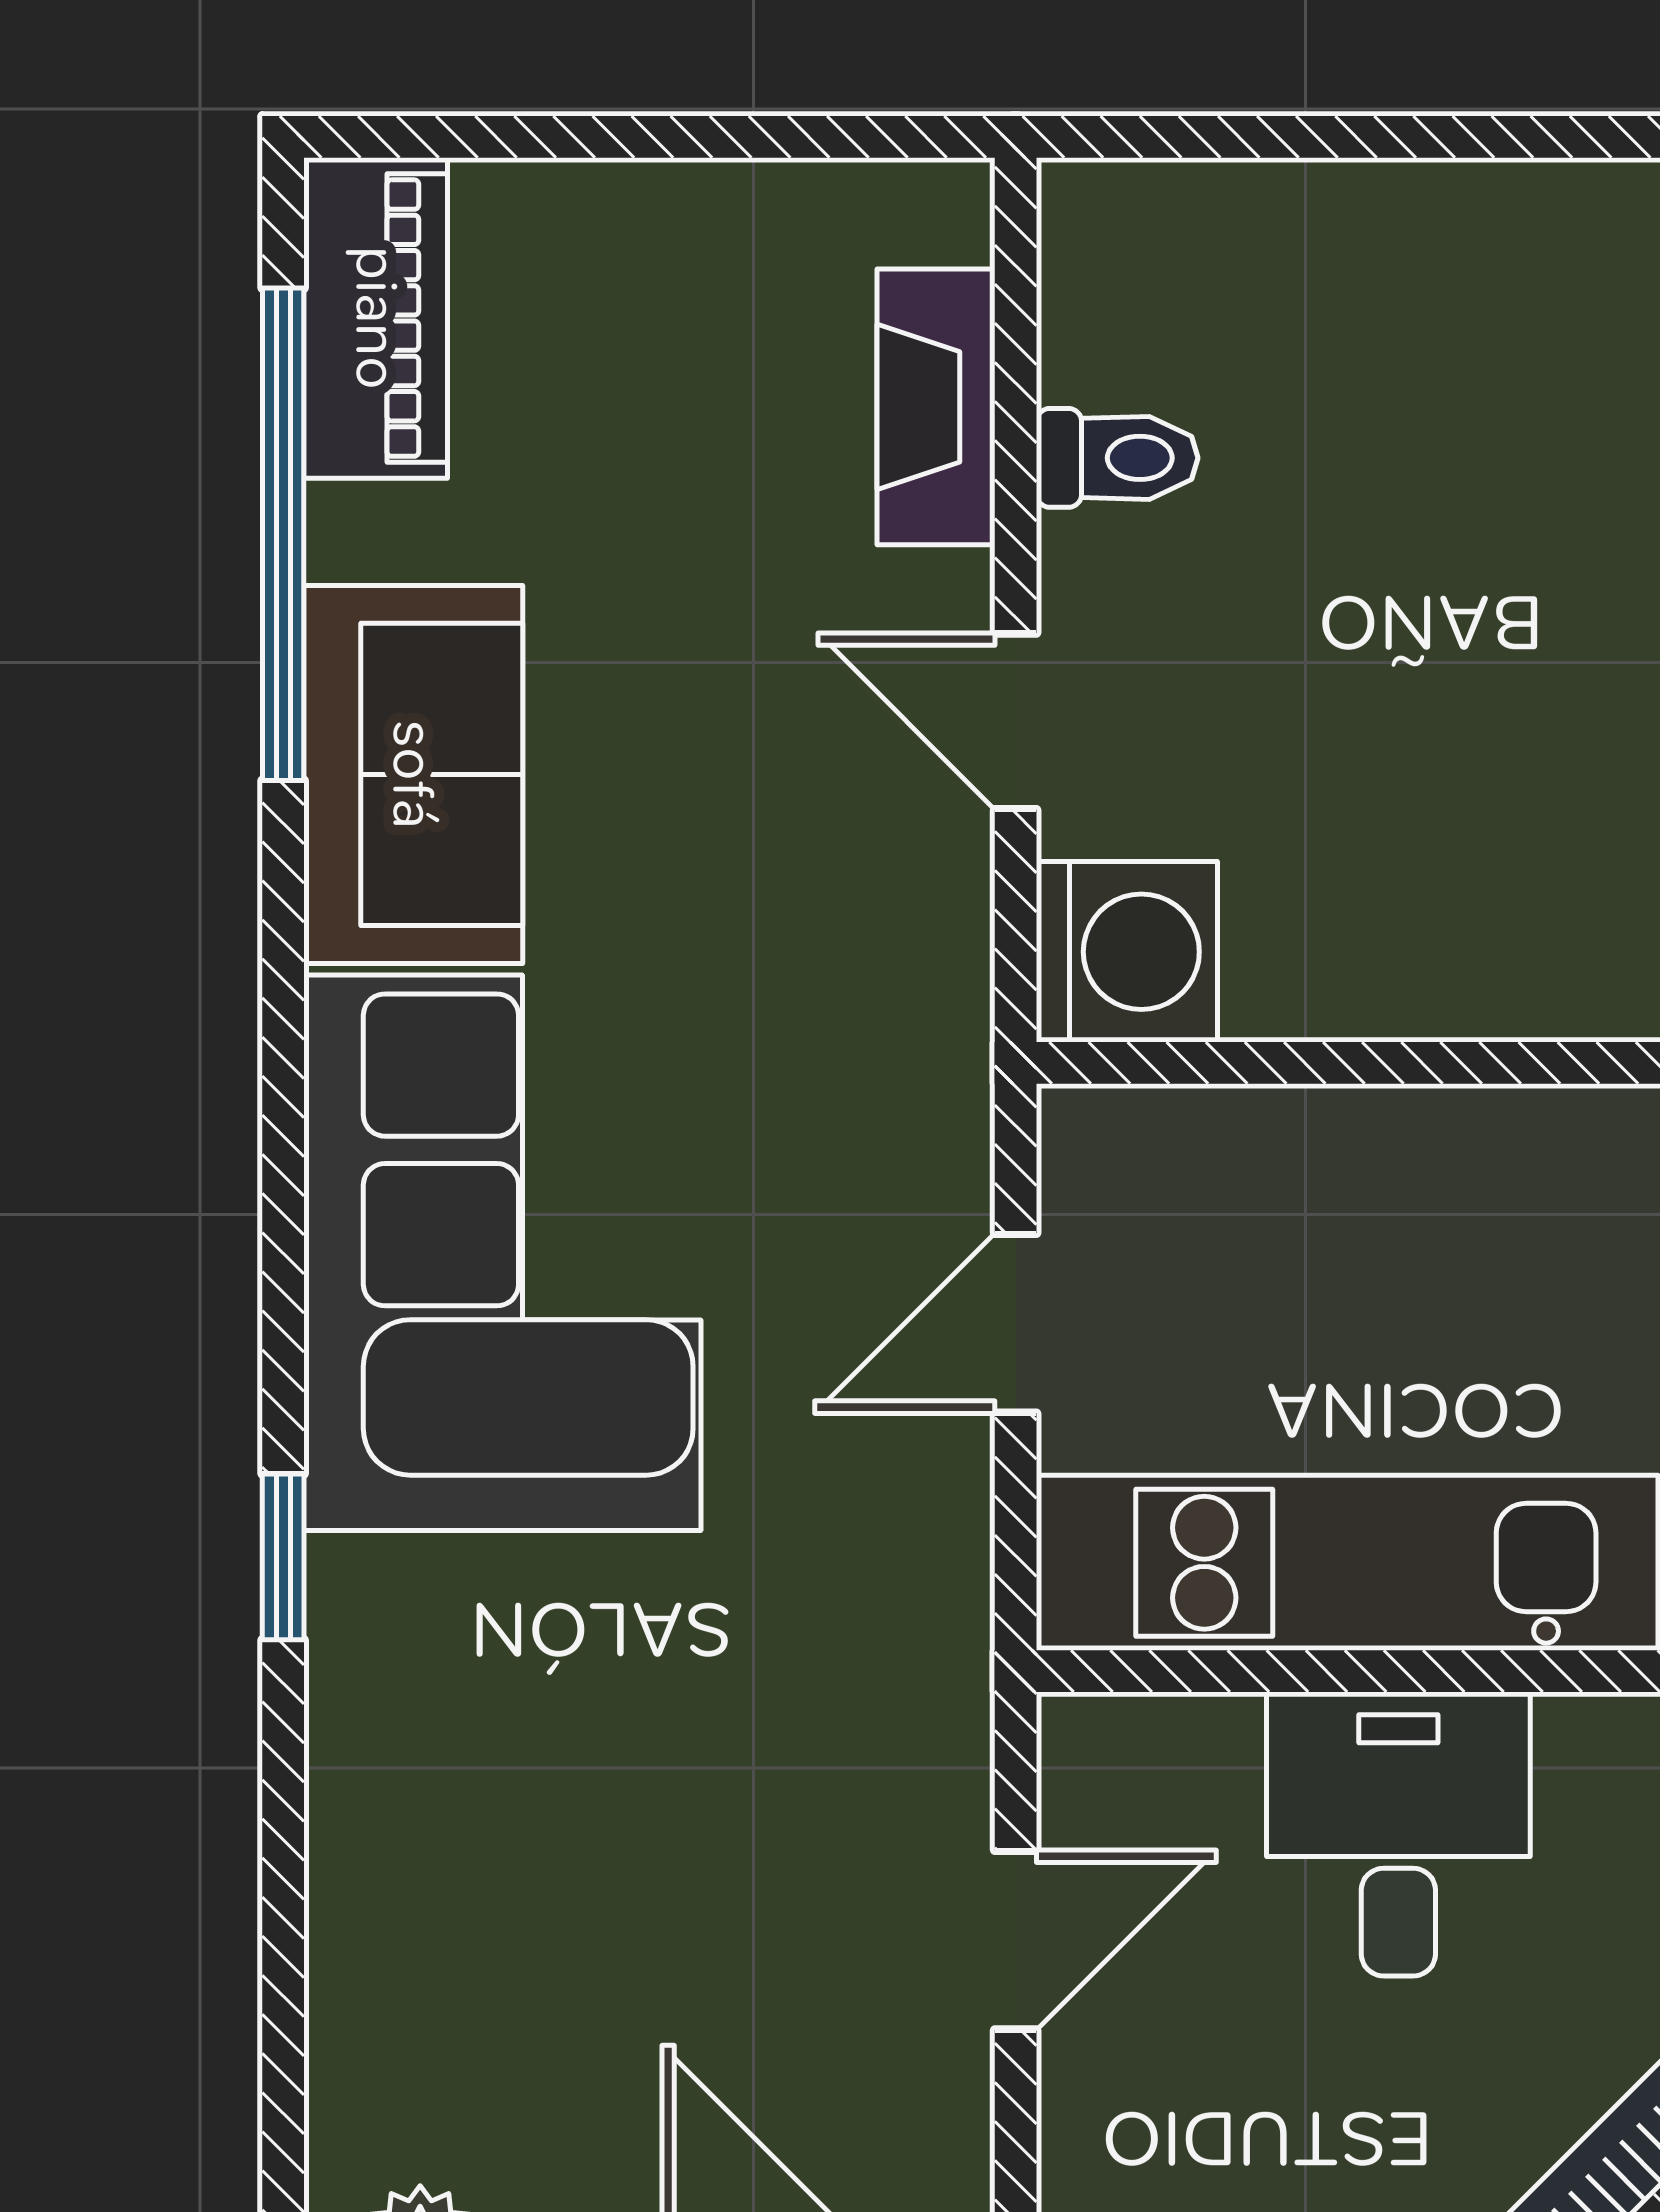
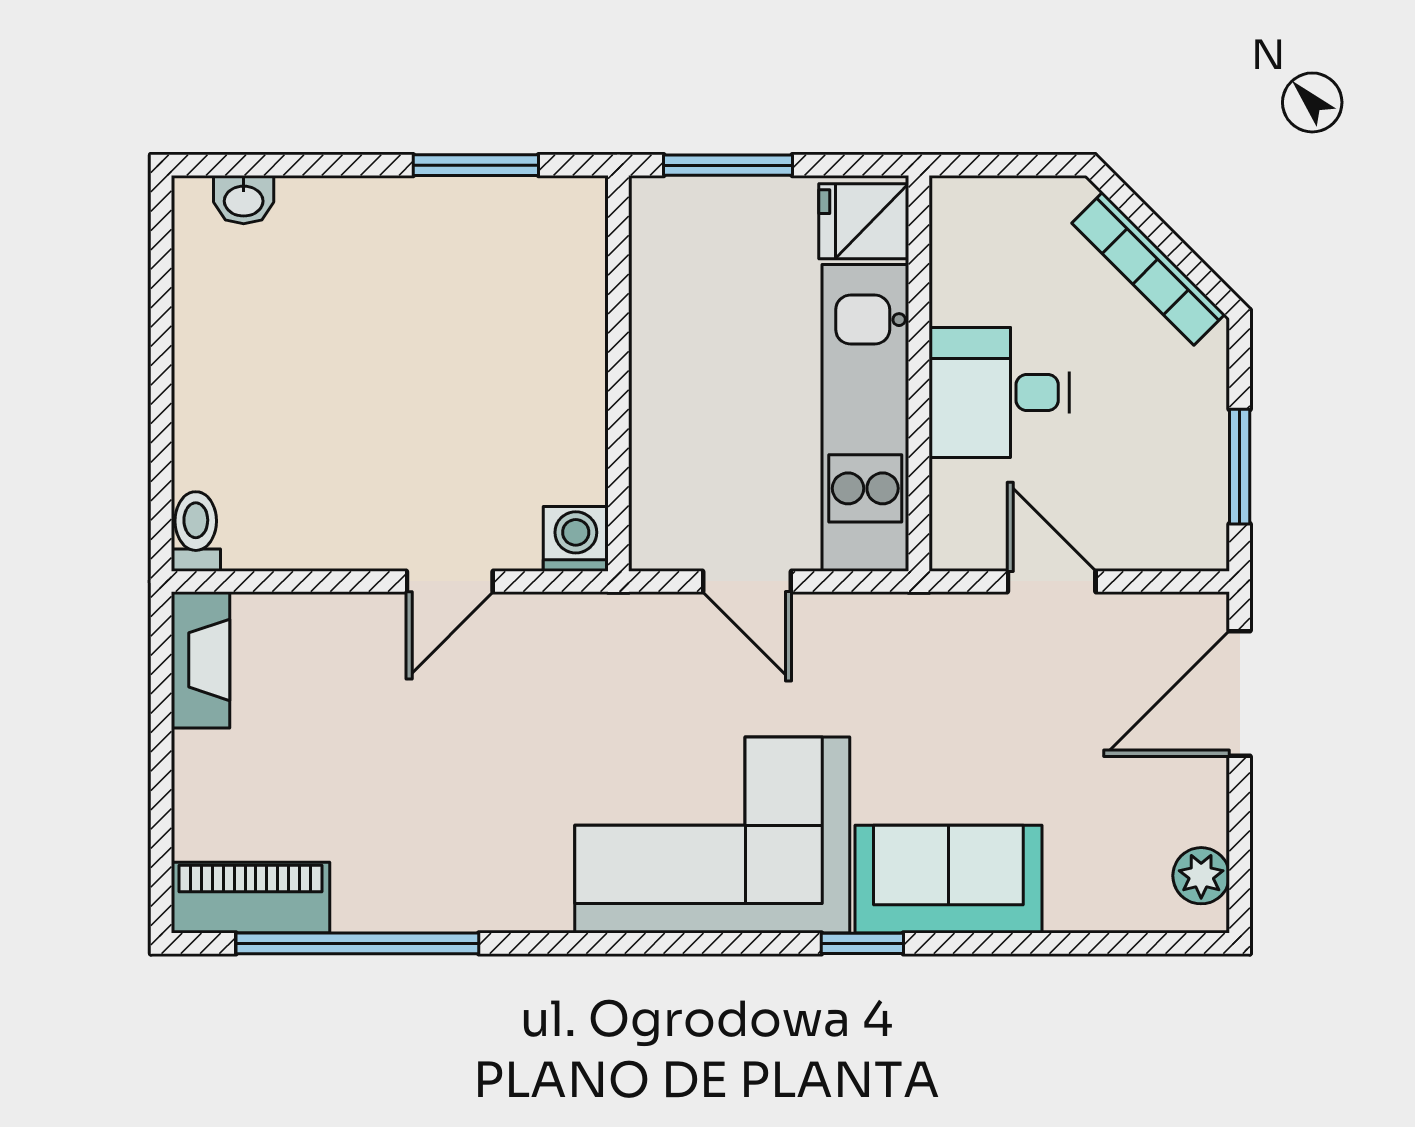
fireplace: (936, 407) -> (200, 660), moved, turned -90
toilet: (1117, 458) -> (196, 531), moved
sofa: (413, 774) -> (948, 879), moved
washing machine: (1127, 952) -> (576, 539), width x0.73, depth x0.73

